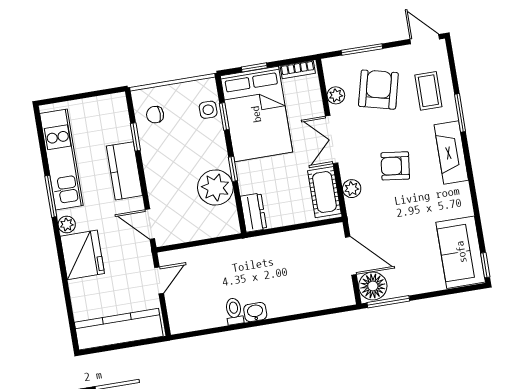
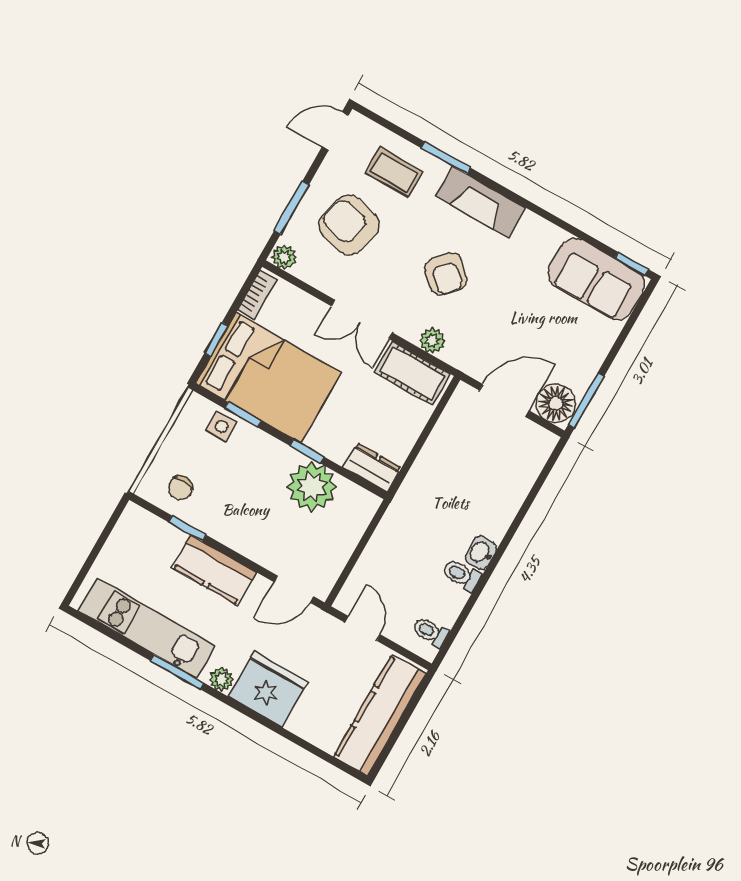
plant: (336, 95) -> (284, 257), moved
armchair: (395, 166) -> (446, 274), turned -55
toilet: (188, 320) -> (430, 632), added

